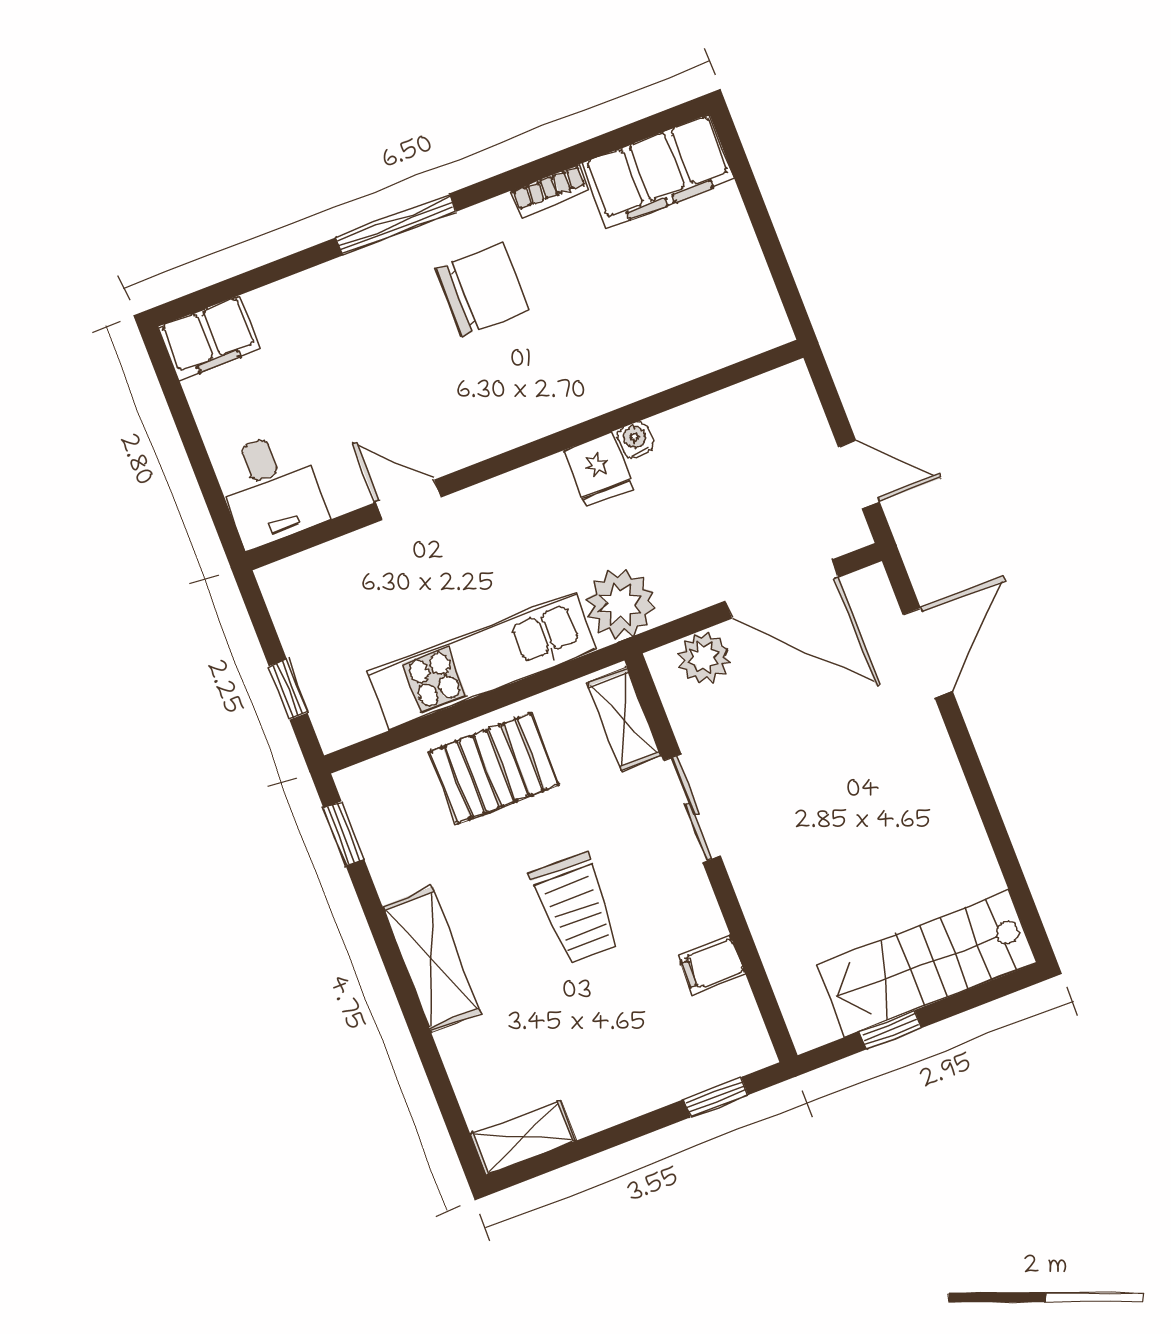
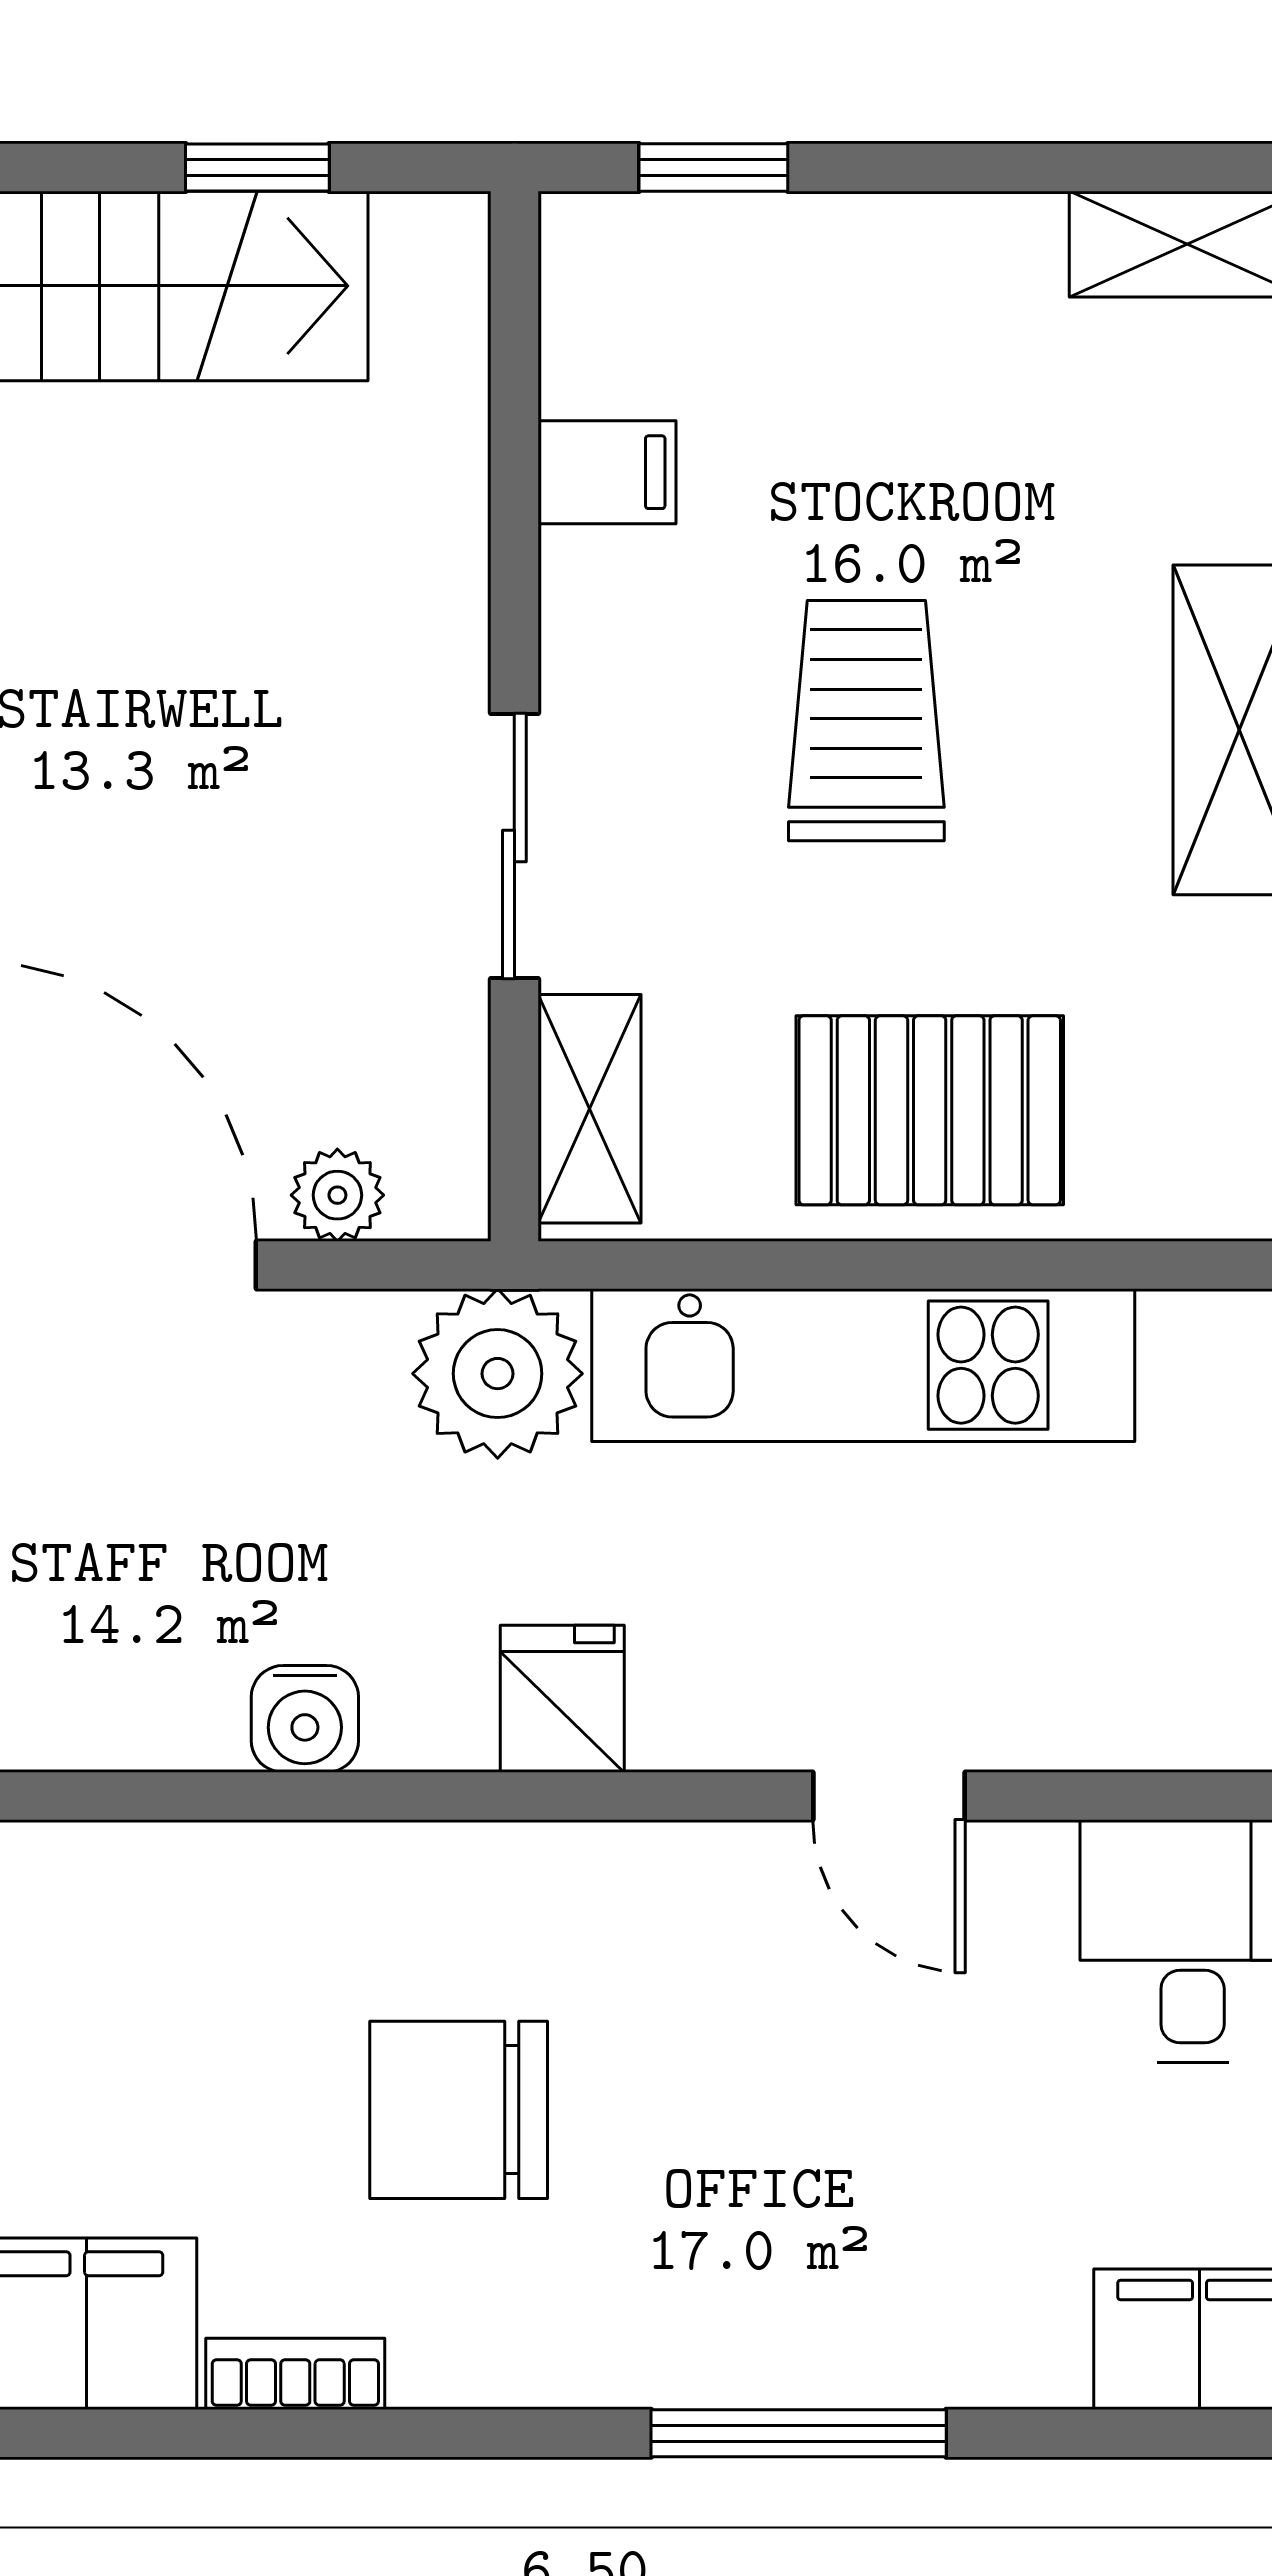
window: (396, 225) -> (799, 2433), moved
chair: (483, 289) -> (459, 2110), moved
water cooler: (635, 440) -> (305, 1719), width x1.38, depth x1.38
fridge: (598, 469) -> (562, 1699), moved
plant: (704, 658) -> (337, 1195), width x0.73, depth x0.73

